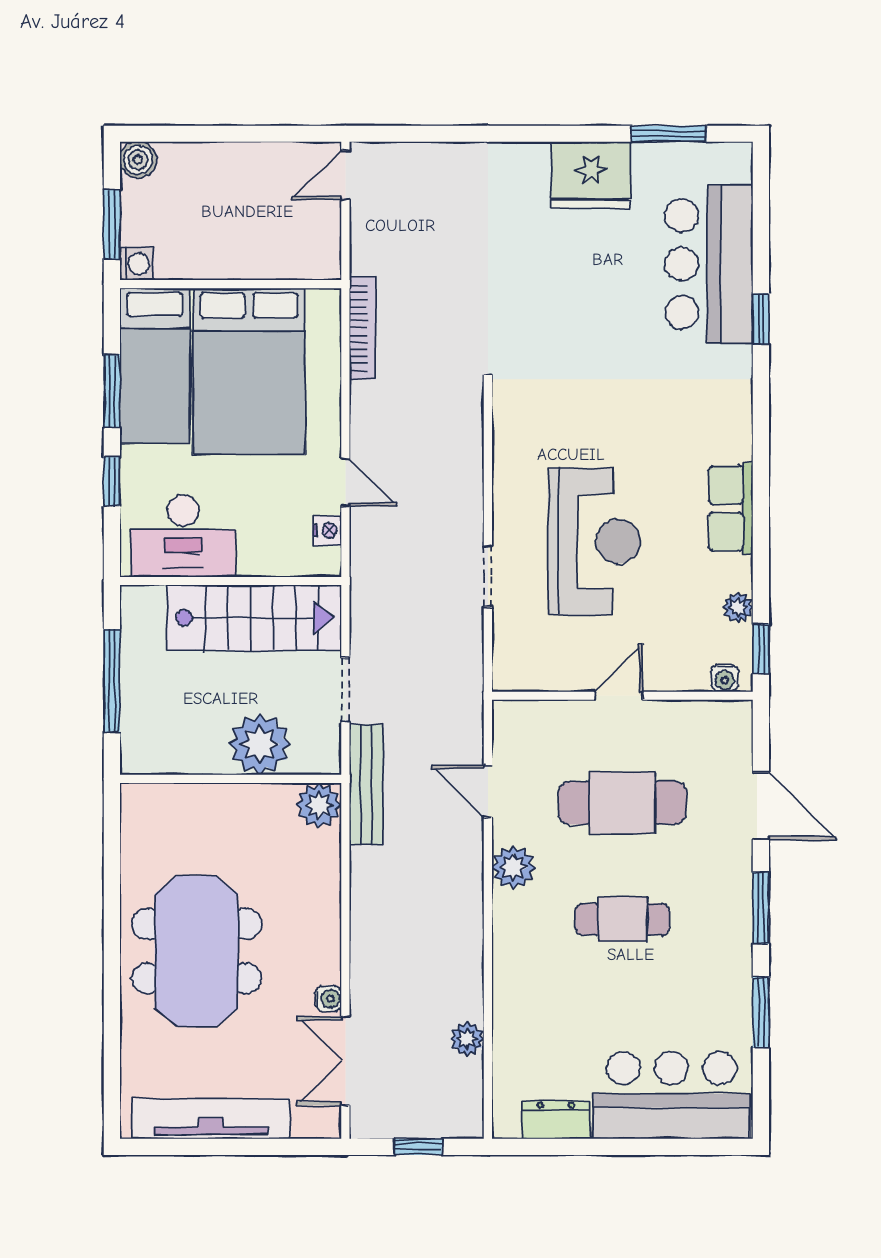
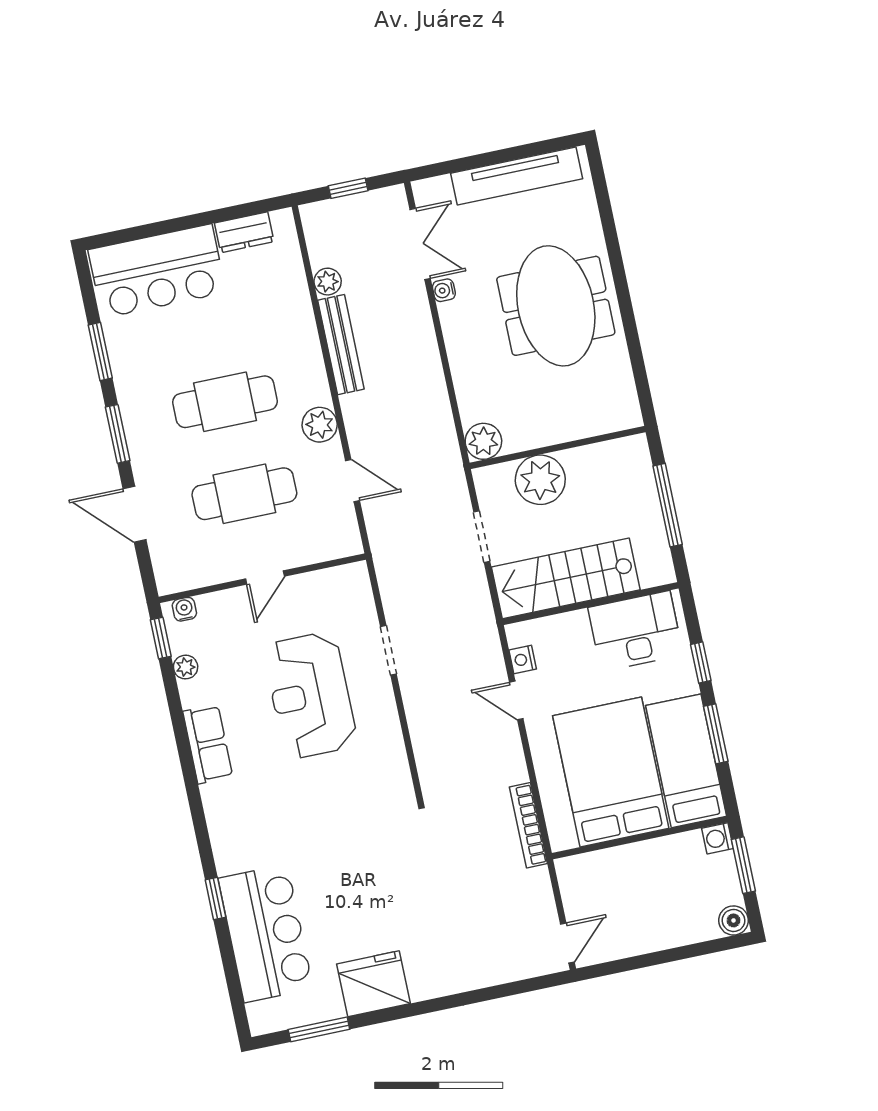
bench: (366, 785) -> (341, 345), moved
cafe table: (622, 919) -> (225, 402), width x1.37, depth x1.35

